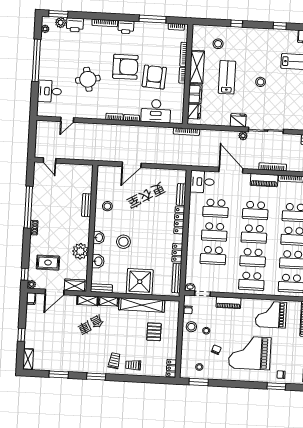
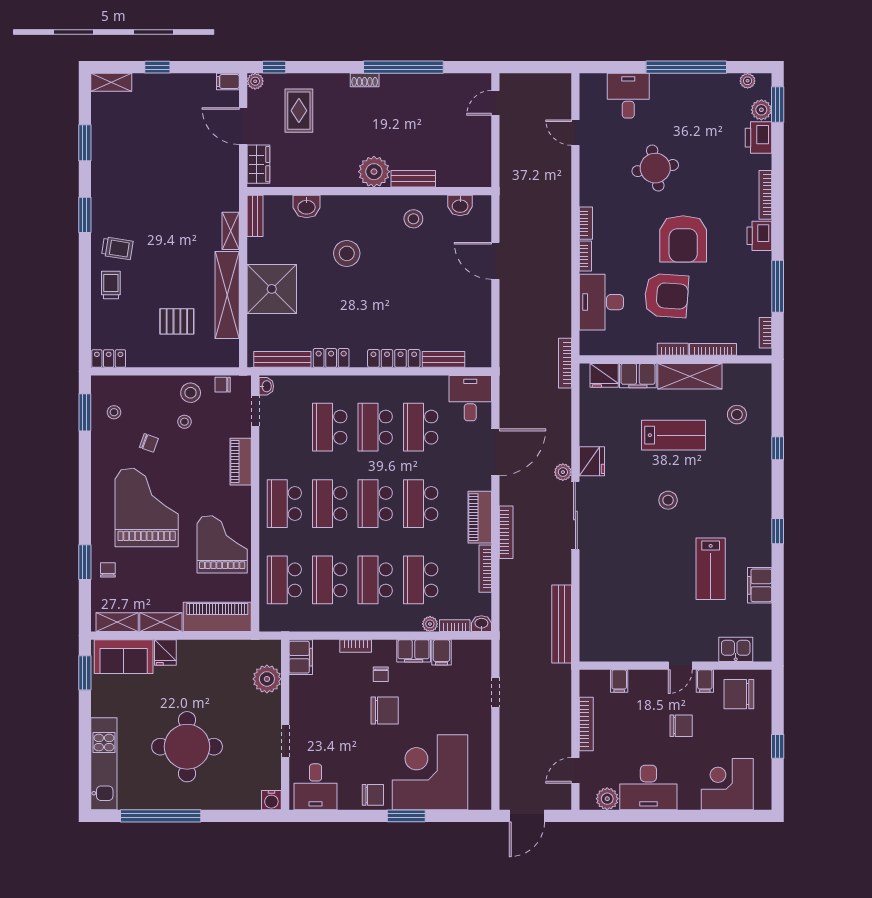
washbasin: (99, 238) -> (460, 206), moved
plant: (80, 251) -> (374, 172), moved
shelving: (87, 301) -> (230, 190), removed

